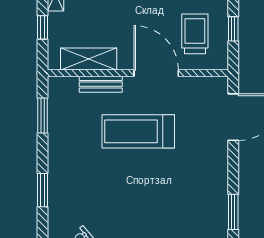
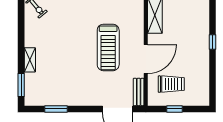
bench: (101, 84) -> (139, 92), moved
treadmill: (138, 131) -> (108, 47), turned 180

